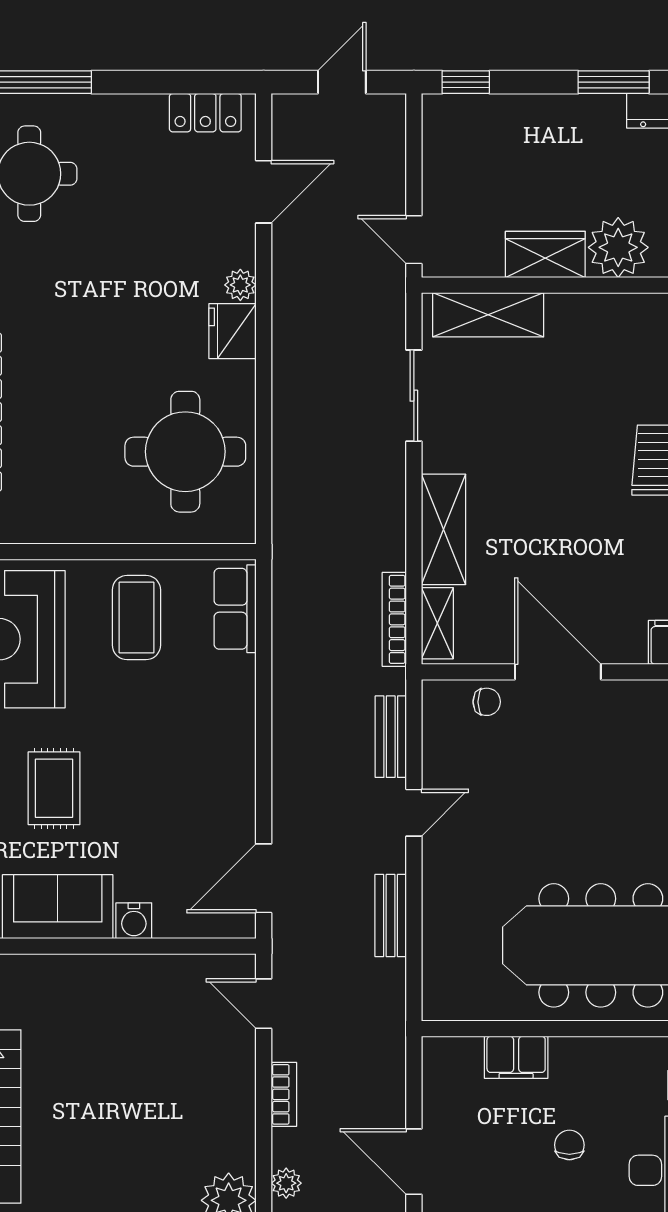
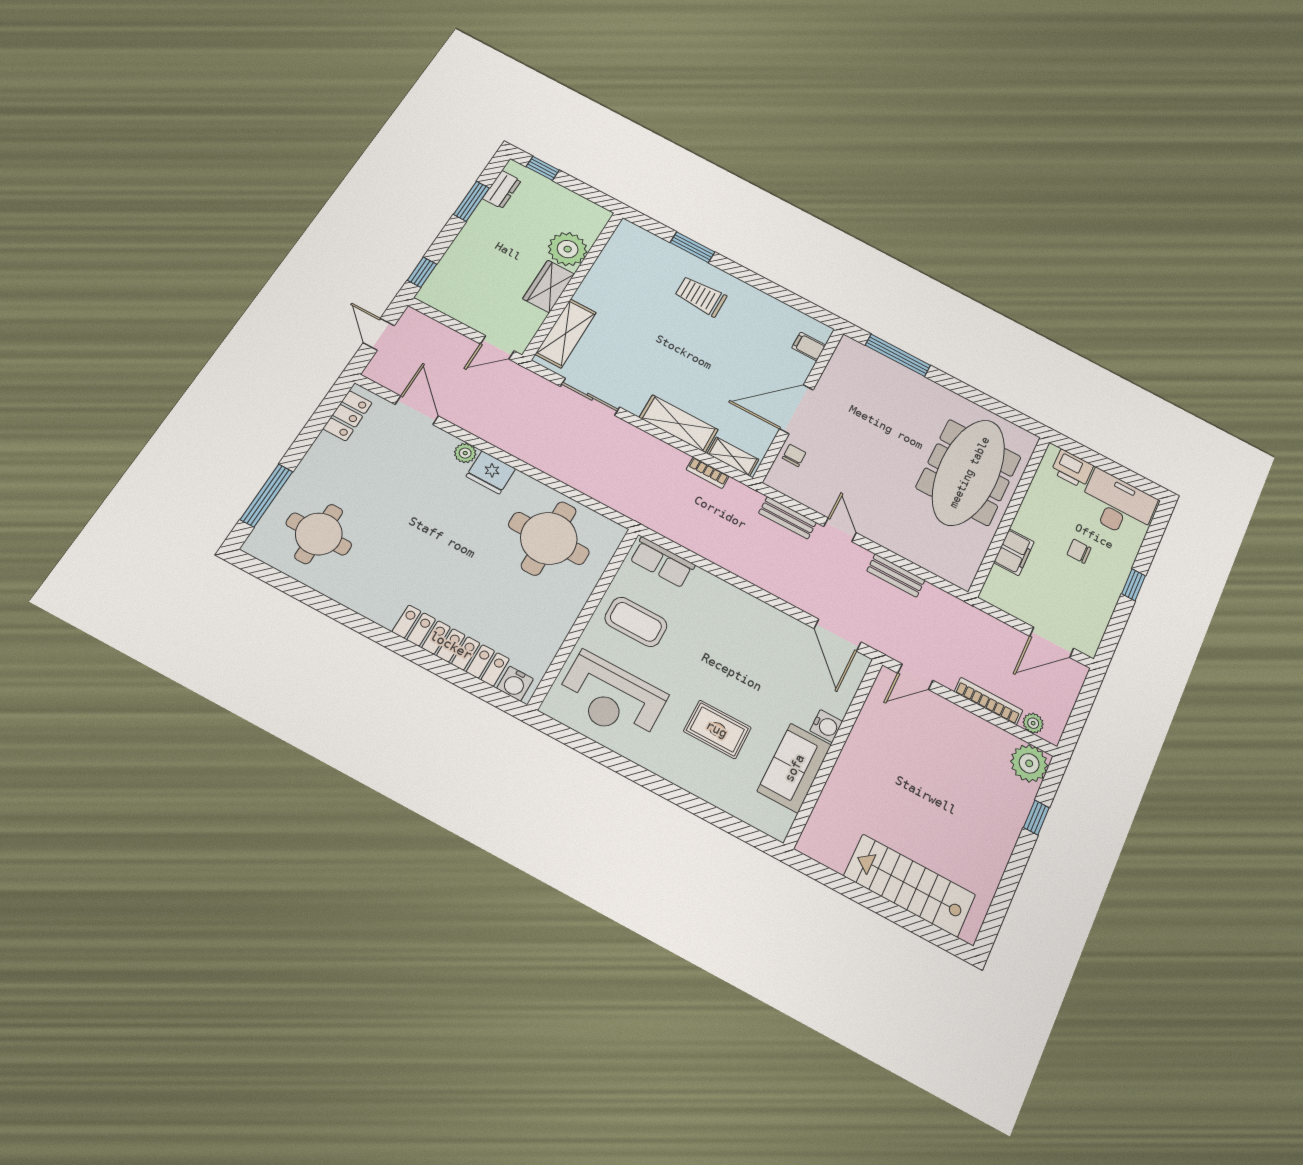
bookcase: (394, 619) -> (708, 473), width x0.64
bookcase: (284, 1094) -> (988, 701), width x1.56

